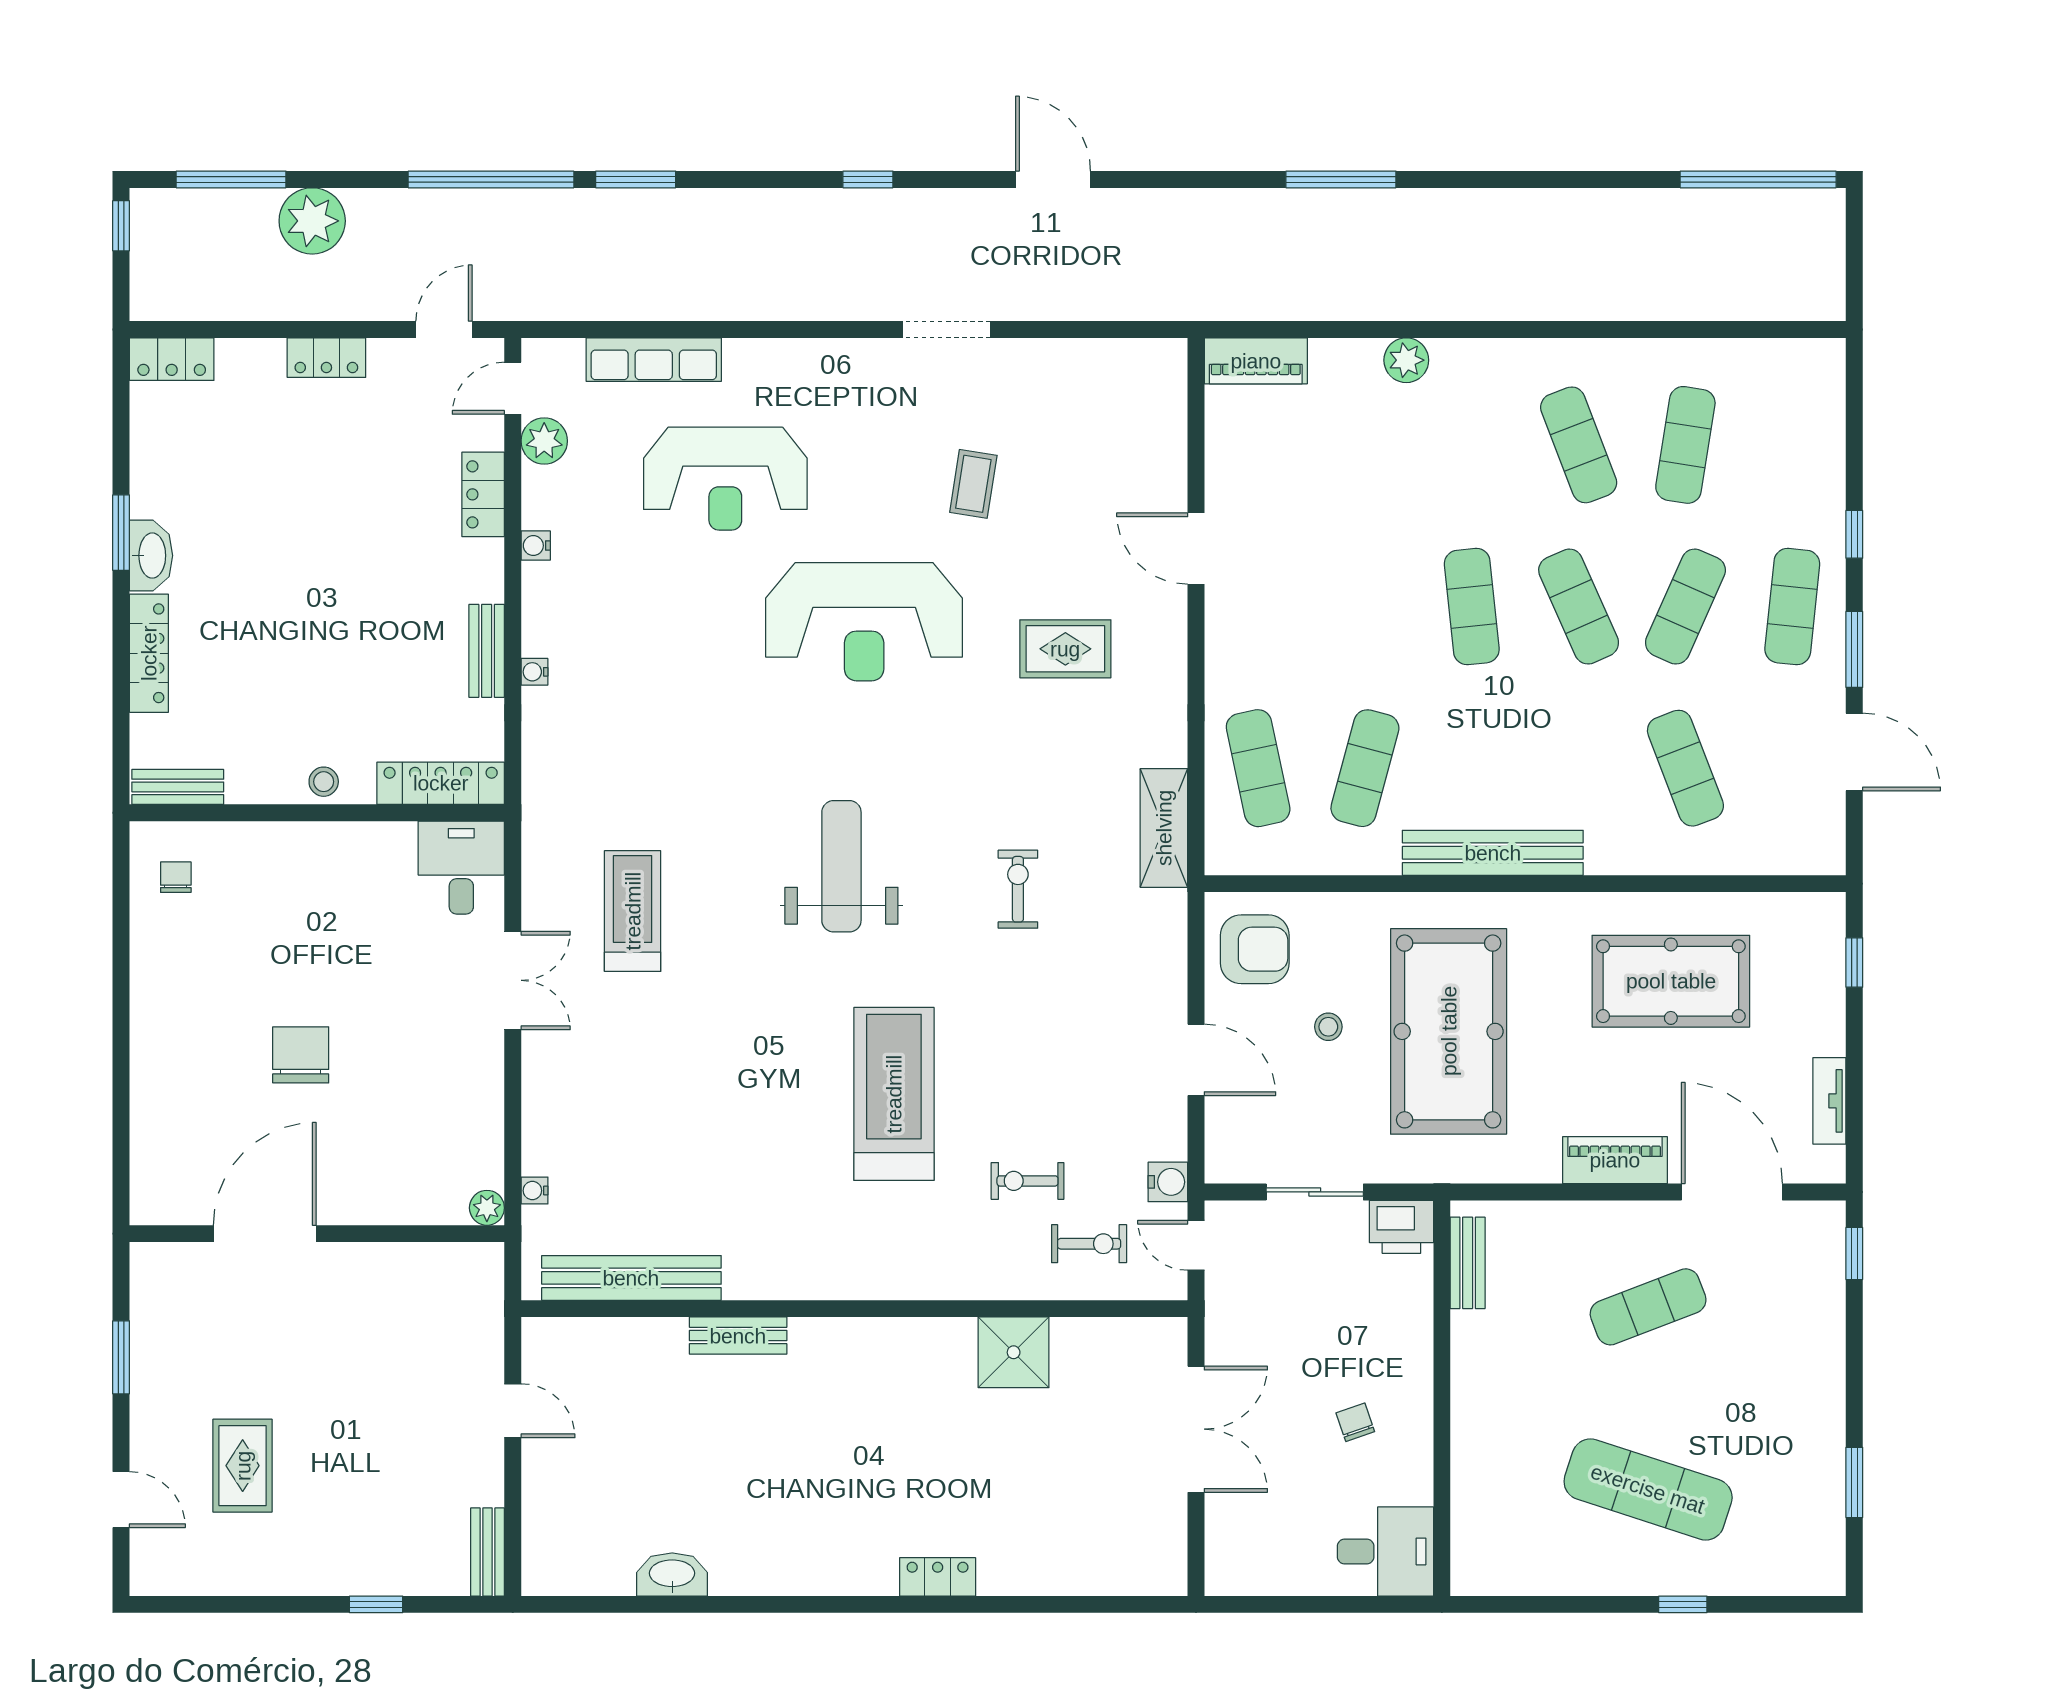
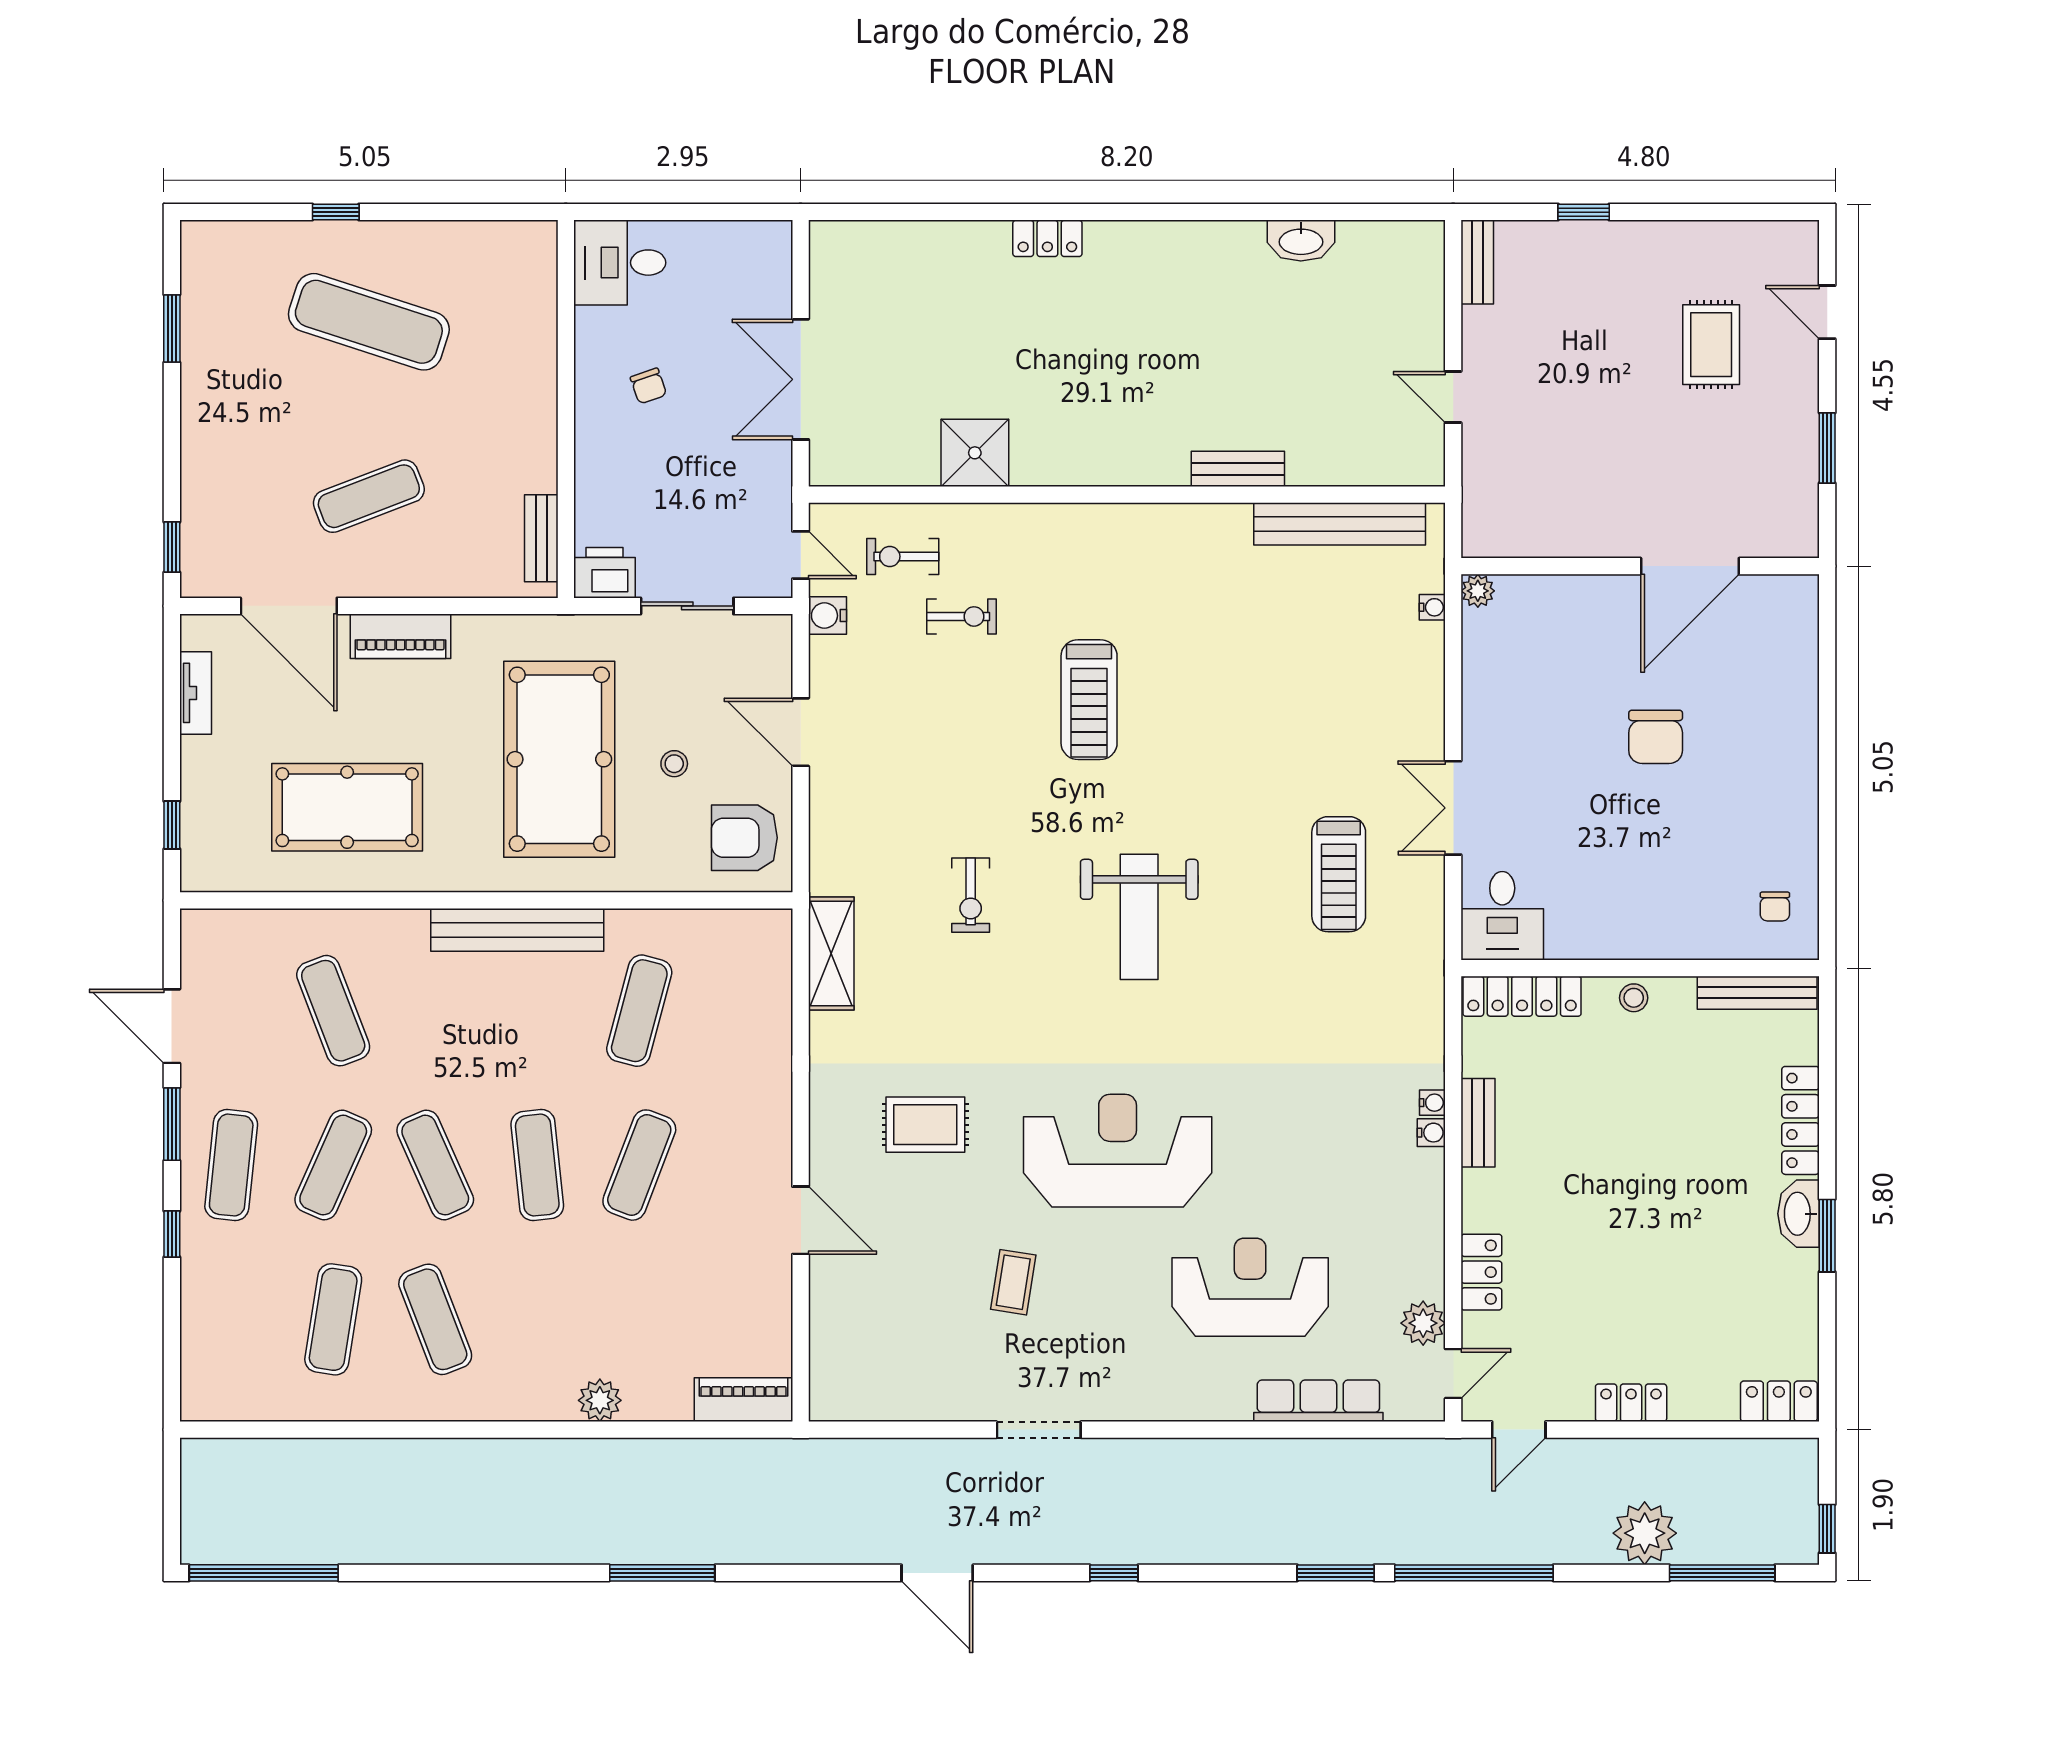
water cooler: (536, 546) -> (1431, 1133), moved
exercise mat: (1258, 768) -> (639, 1165), moved, turned 33
bench: (178, 787) -> (1757, 993), width x1.36
treadmill: (894, 1094) -> (1089, 700), width x0.73, depth x0.73

